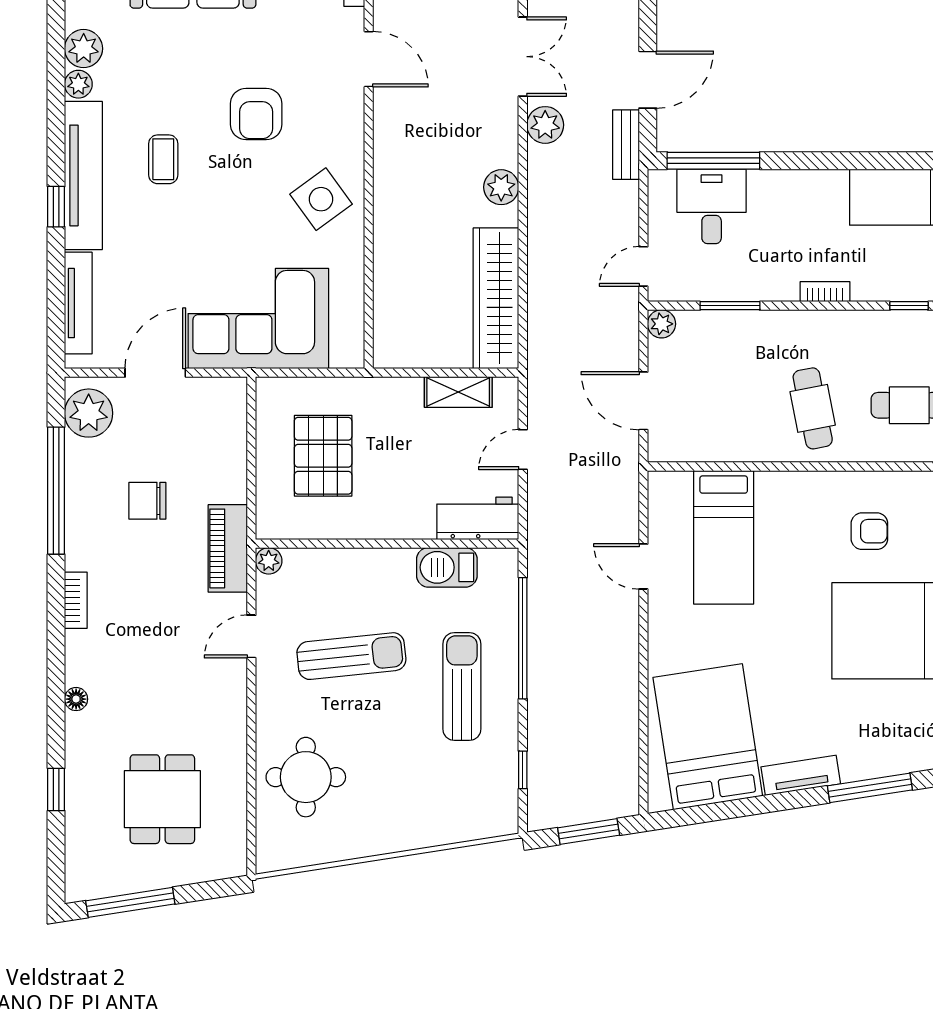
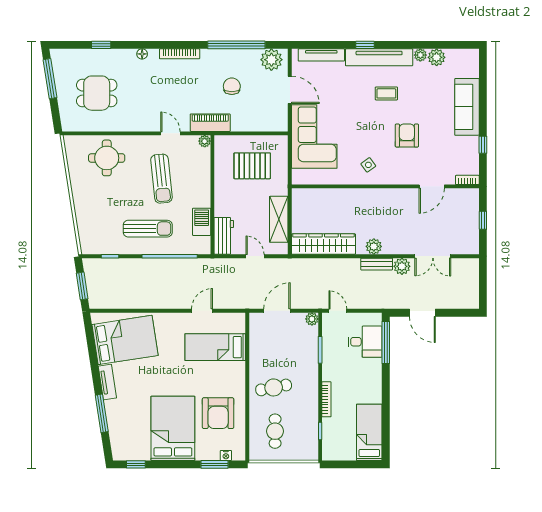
armchair: (256, 114) -> (407, 135), turned 90
bench: (626, 145) -> (377, 264), moved
side table: (321, 199) -> (368, 165), width x0.54, depth x0.54
bookcase: (825, 292) -> (326, 399), width x1.56
shelving: (458, 392) -> (279, 219), width x1.50, depth x1.33
armchair: (869, 531) -> (218, 413), width x1.88, depth x1.88
bookcase: (76, 600) -> (180, 54), width x1.56

